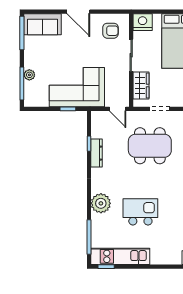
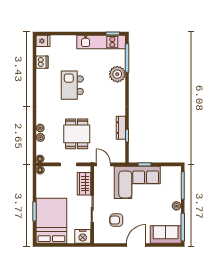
door: (78, 12) -> (136, 245), hinge flipped
armchair: (110, 31) -> (116, 220), moved
plant: (29, 75) -> (176, 206), moved
dining table: (150, 146) -> (77, 134), width x0.73
plant: (101, 203) -> (117, 74), moved
kitchen island: (140, 212) -> (72, 85), moved, turned 90

